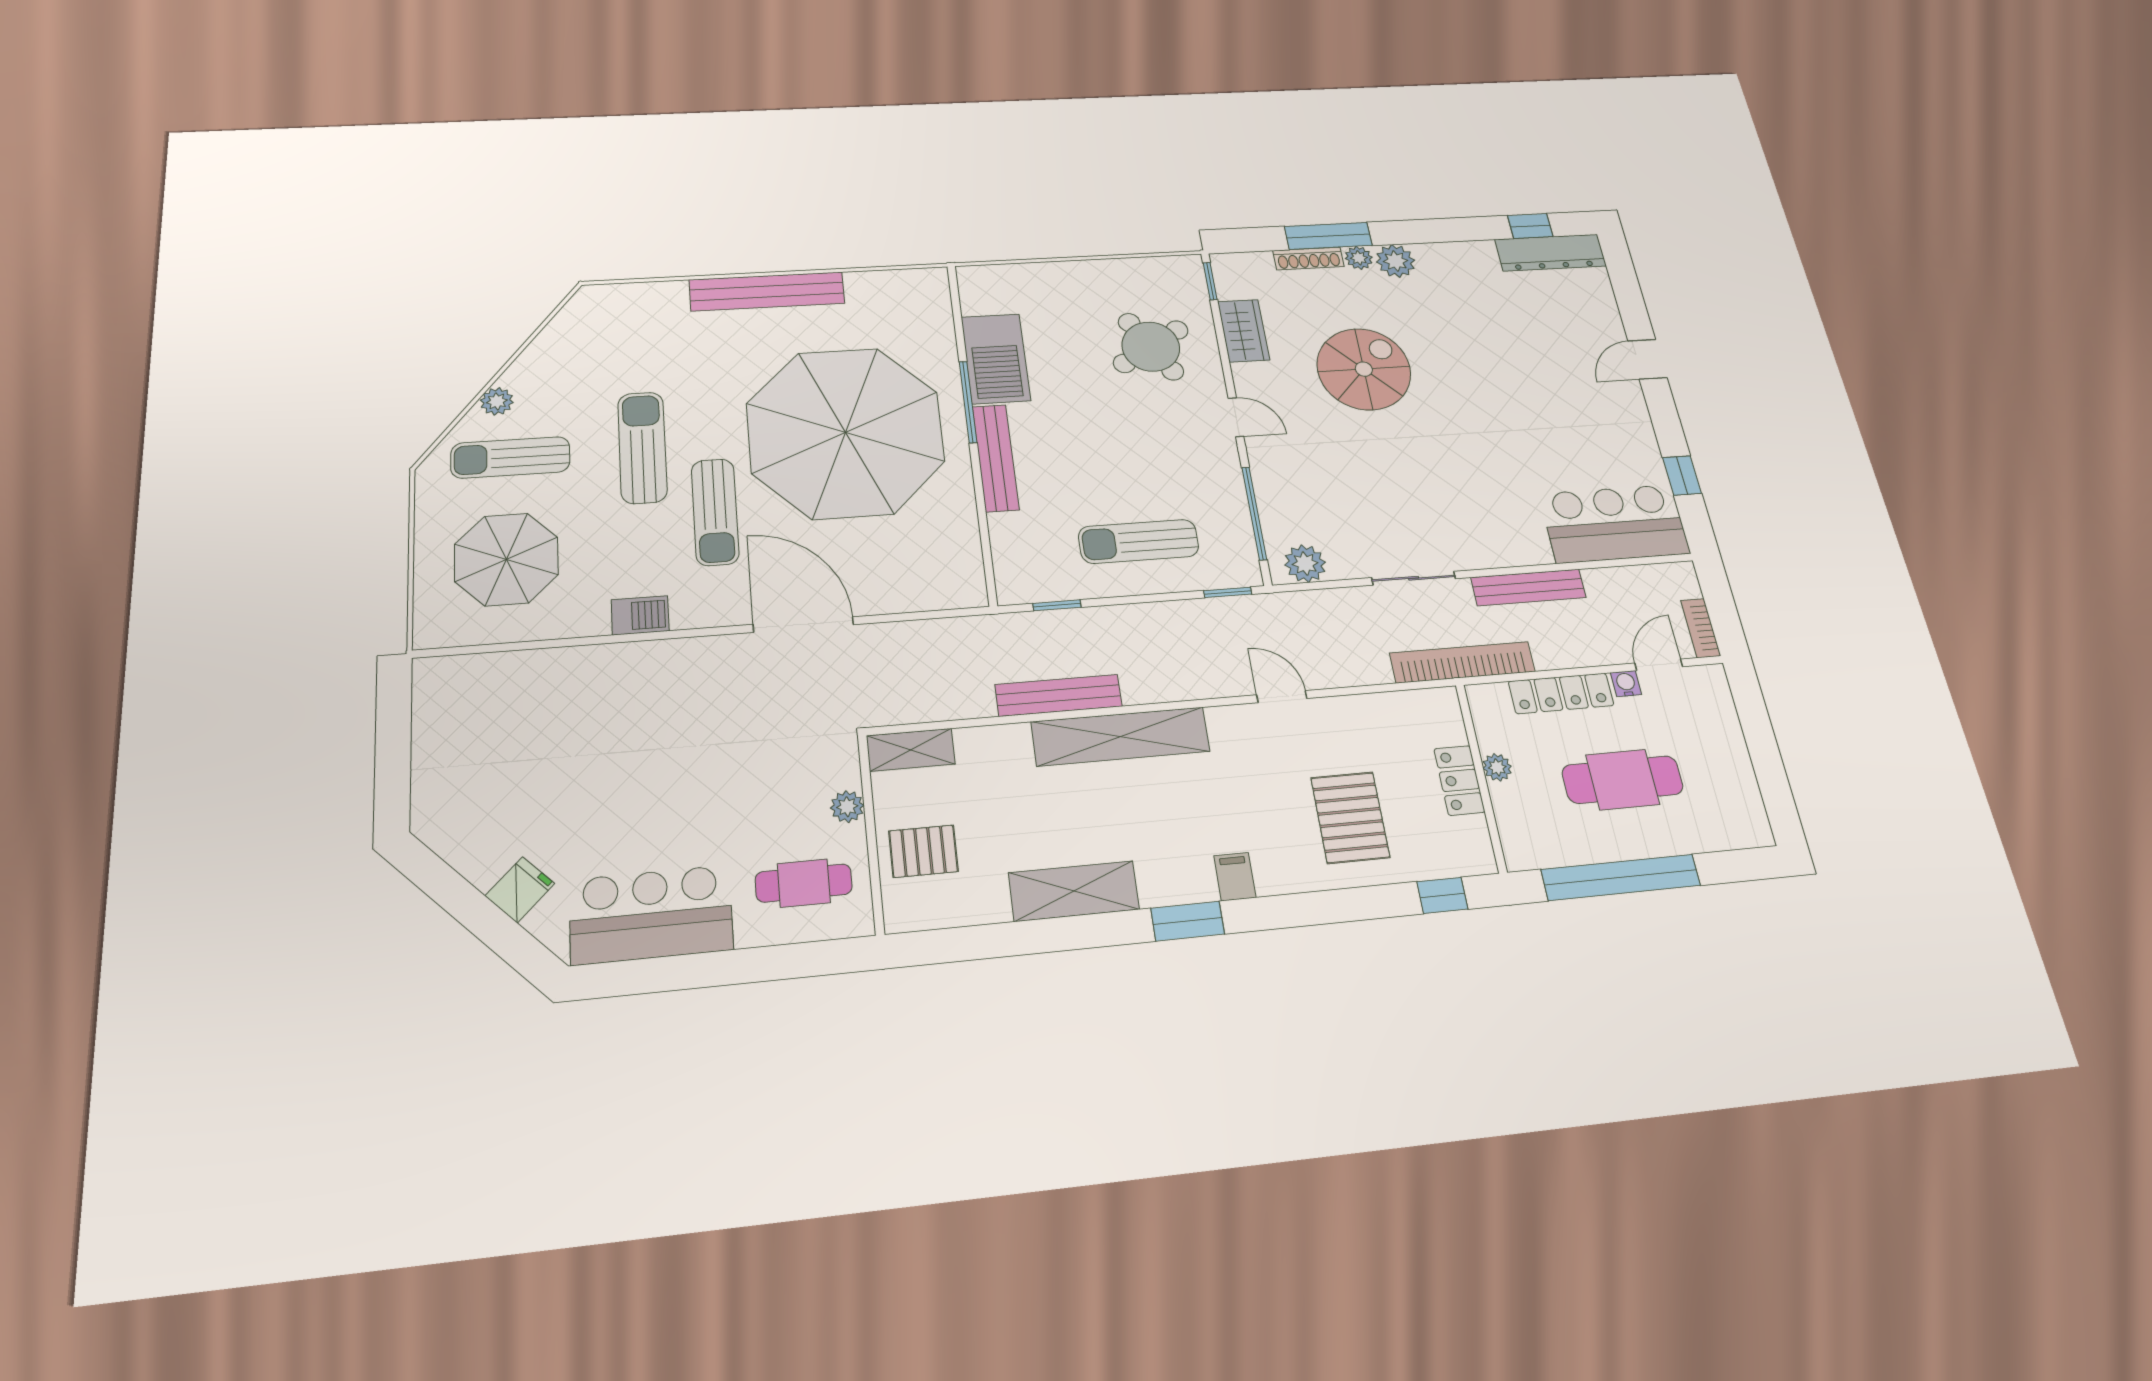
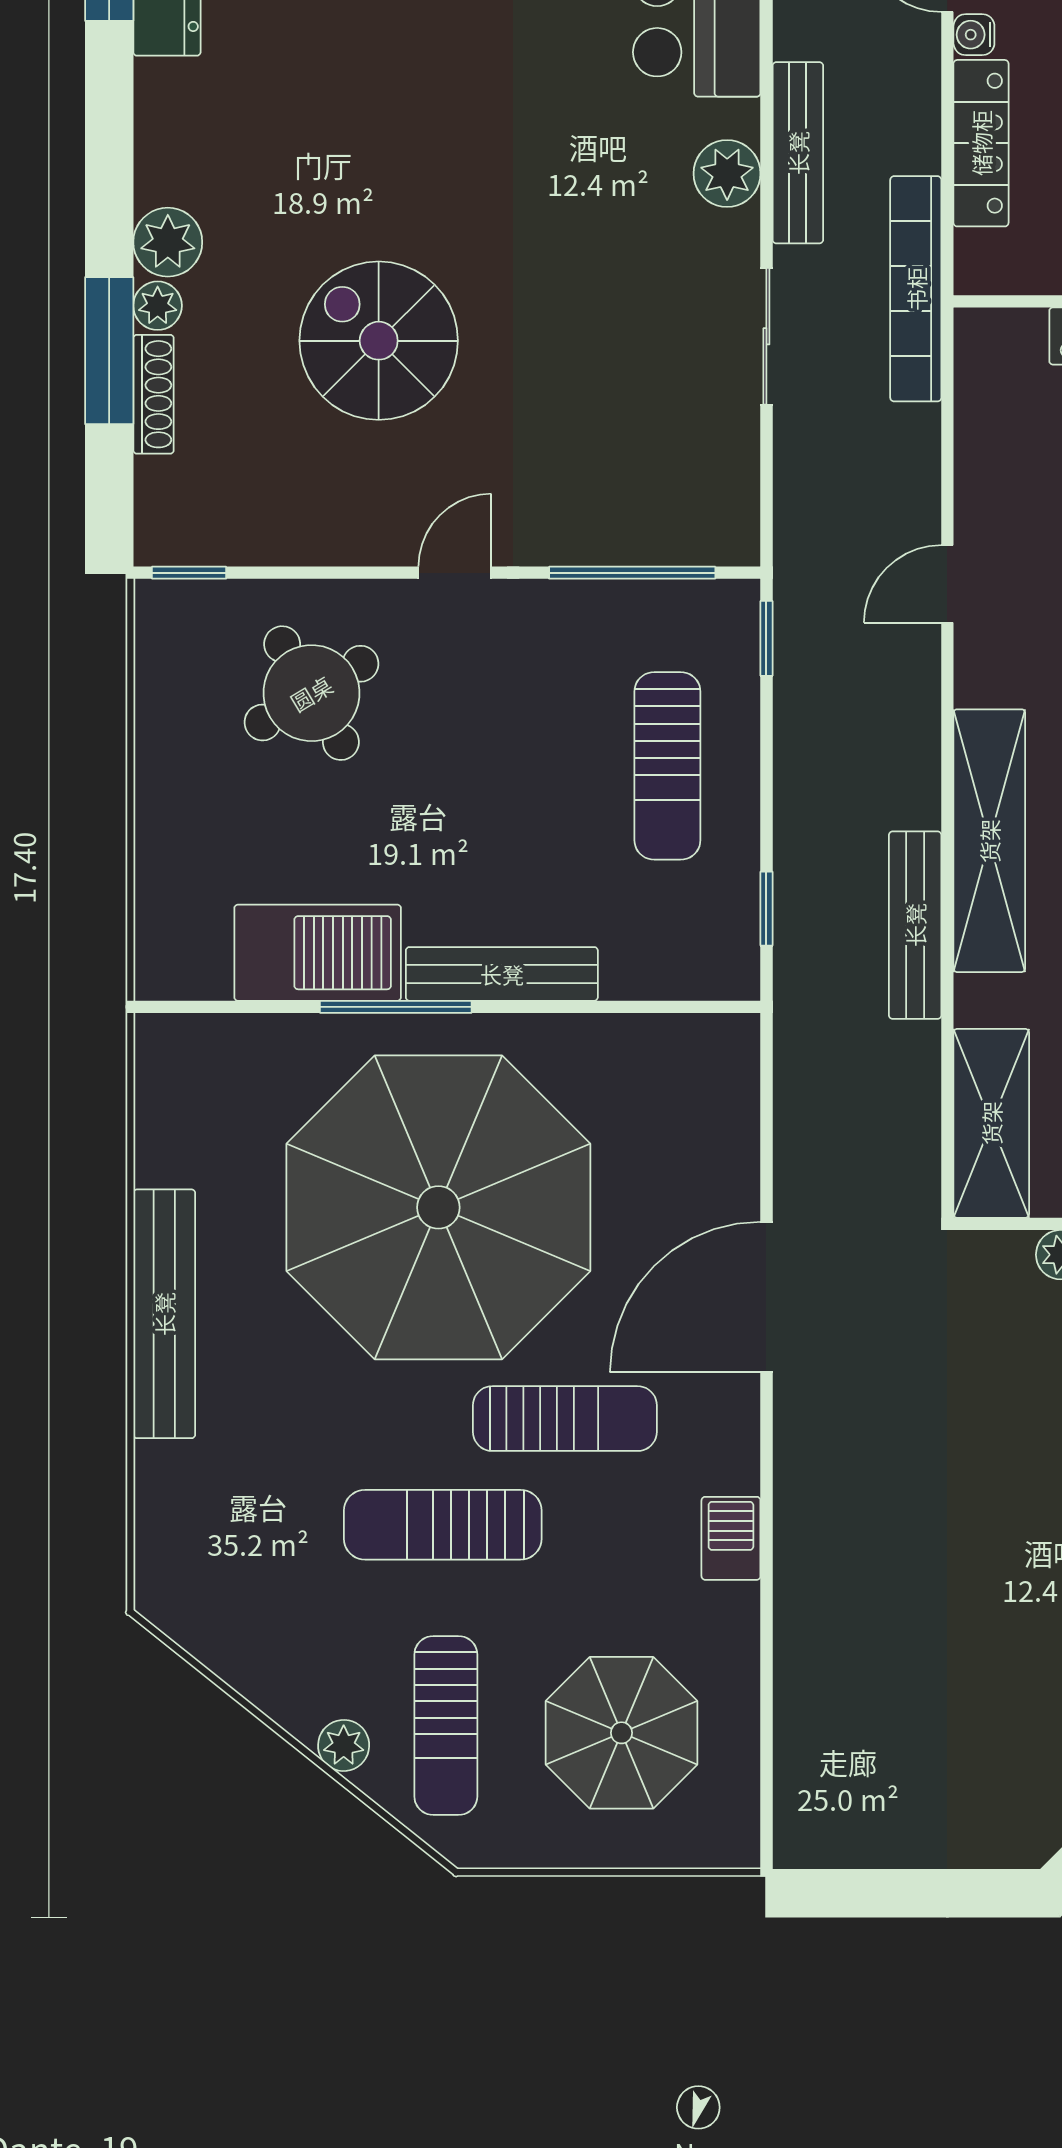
wardrobe: (1244, 331) -> (291, 532), removed
plant: (1305, 564) -> (727, 174), moved
shelving: (911, 750) -> (991, 1123), width x1.50, depth x1.33

